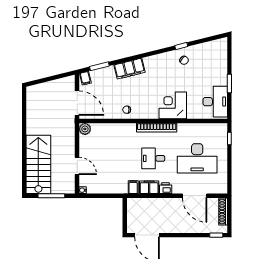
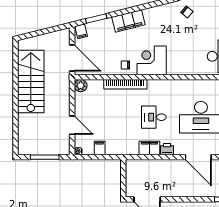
corner desk: (173, 105) -> (152, 60), moved
bookcase: (157, 128) -> (125, 84), moved
stairs: (38, 164) -> (31, 82), moved
filing cabinet: (133, 187) -> (100, 148), moved

